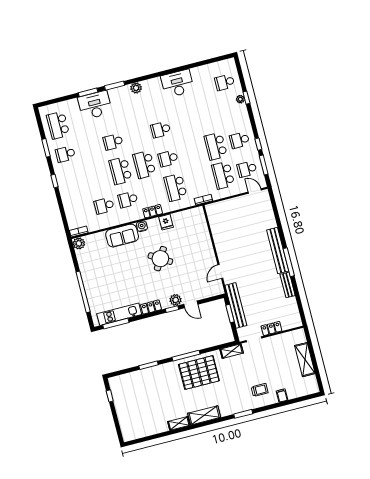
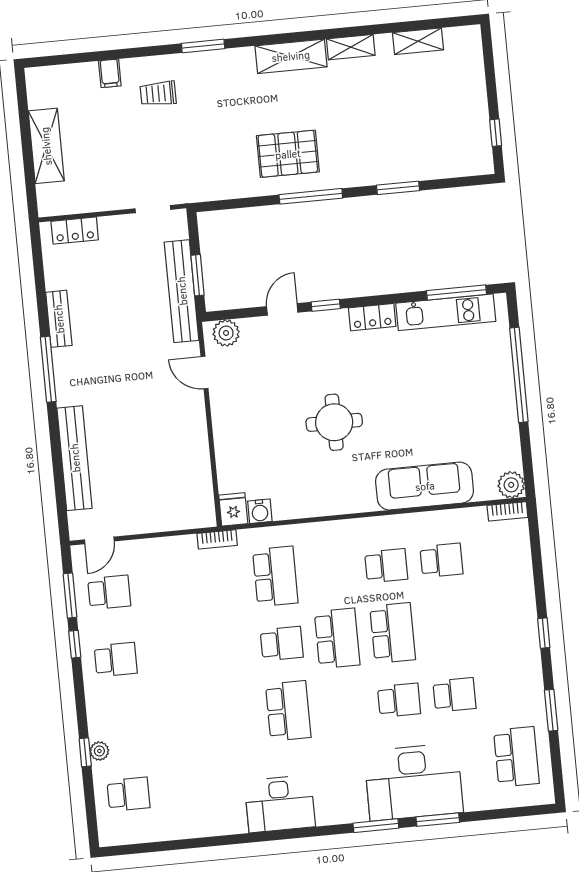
desk: (177, 84) -> (280, 804), moved
plant: (136, 88) -> (329, 813), removed
desk: (95, 105) -> (414, 782), width x1.36, depth x1.30
school desk: (161, 130) -> (288, 711), width x1.85
school desk: (216, 146) -> (171, 654), removed
school desk: (65, 154) -> (454, 695), moved
school desk: (223, 175) -> (165, 587), removed
door: (255, 191) -> (99, 540), hinge flipped
locker: (153, 211) -> (335, 531), removed
fridge: (166, 222) -> (233, 509), moved
water cooler: (142, 226) -> (260, 511), moved
sofa: (122, 236) -> (425, 486), width x1.36
bench: (278, 250) -> (75, 458), moved
round table: (160, 259) -> (334, 422), turned -31
door: (220, 271) -> (204, 372), swing flipped
plant: (176, 300) -> (226, 333), moved
door: (191, 304) -> (282, 309), hinge flipped
locker: (271, 328) -> (75, 231), moved
shelving: (232, 351) -> (418, 41), moved
pallet: (199, 373) -> (288, 154), width x0.73, depth x0.71

